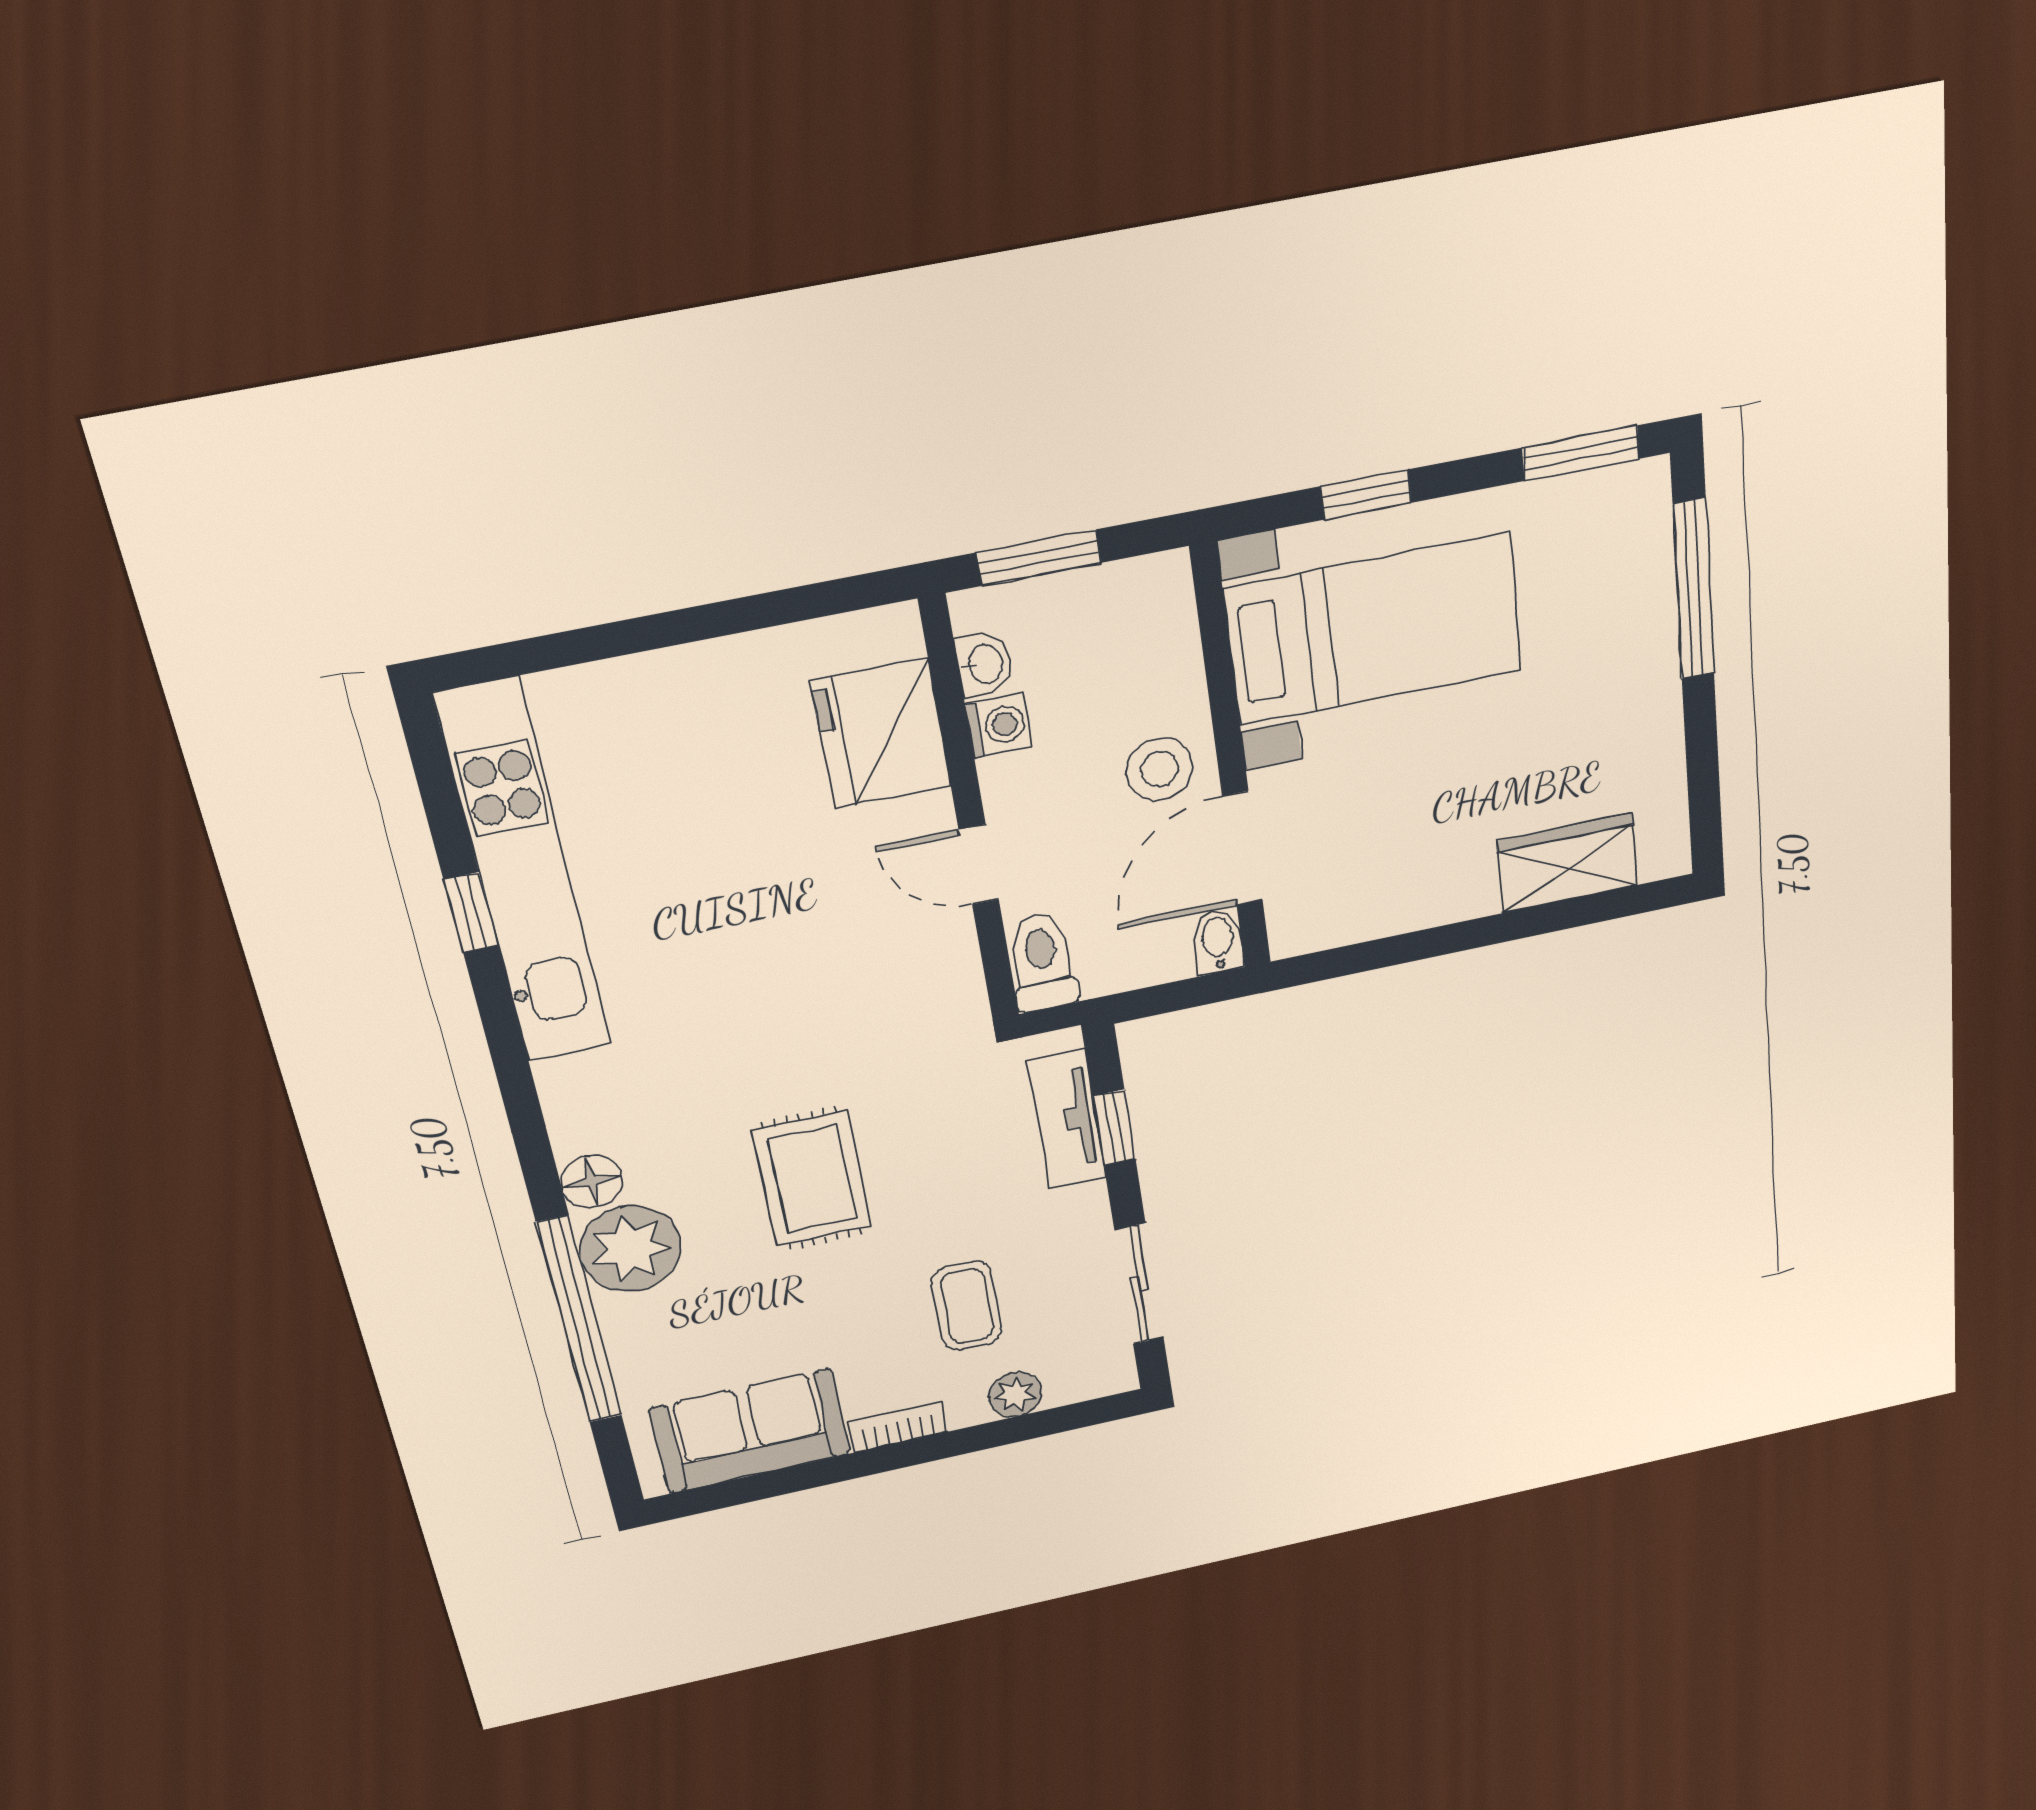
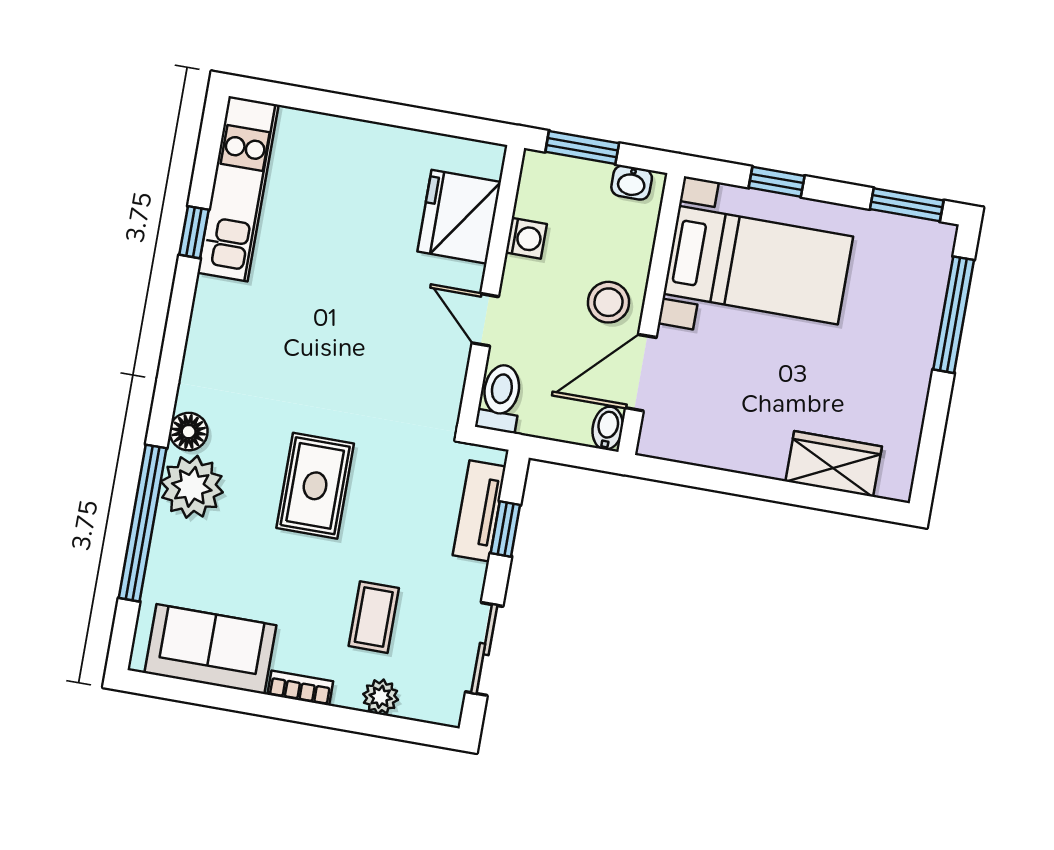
washbasin: (984, 664) -> (632, 183), moved, turned 90
kitchen unit: (524, 874) -> (238, 189), width x0.73

